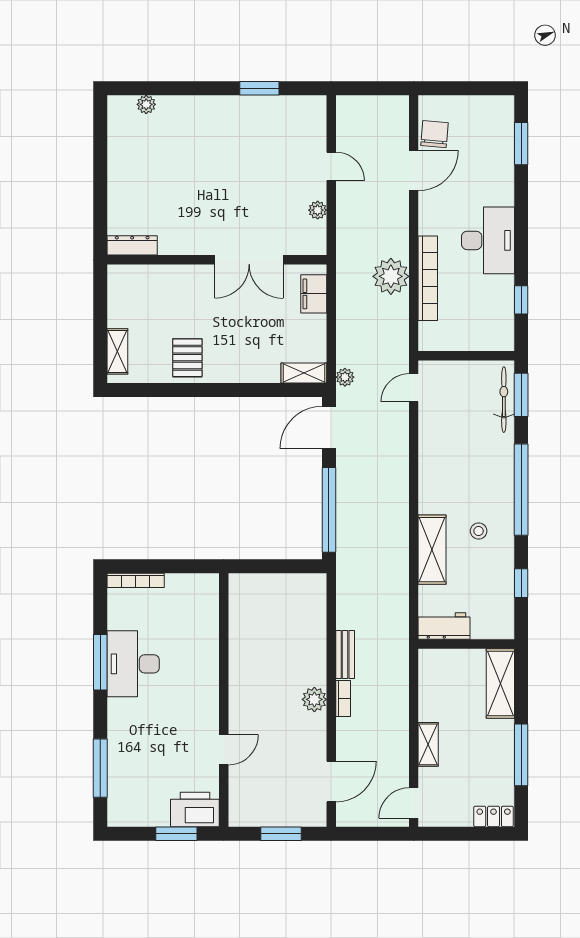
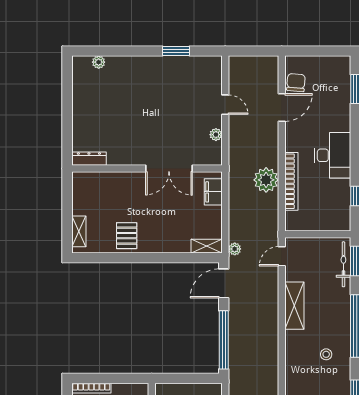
shelving: (432, 550) -> (294, 306), moved

